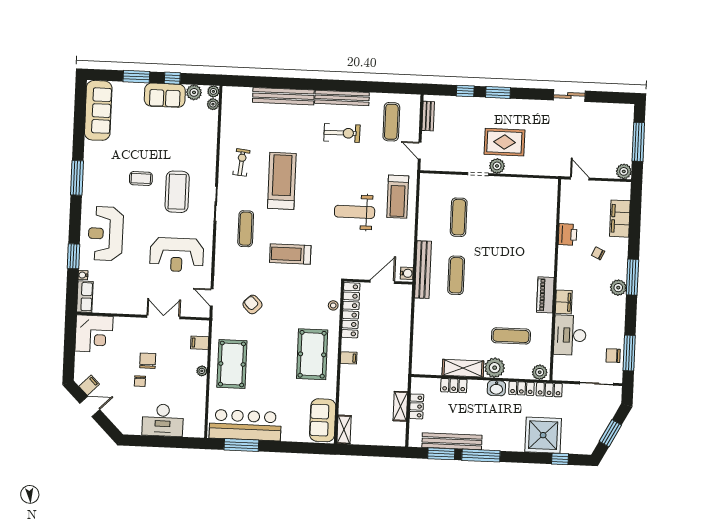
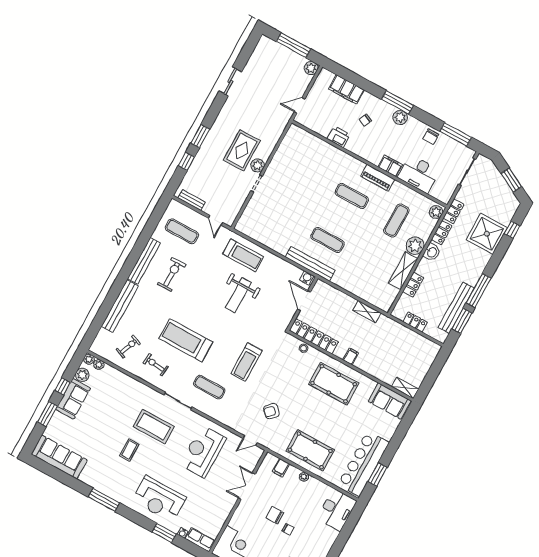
exercise bike: (246, 125) -> (128, 347), added
door: (420, 151) -> (215, 220), hinge flipped
exercise mat: (459, 217) -> (352, 196), moved
reception desk: (177, 255) -> (203, 451), turned 180
chair: (613, 356) -> (431, 137), moved
shelving: (400, 406) -> (367, 312), moved
desk: (163, 420) -> (337, 510), moved
window: (241, 445) -> (378, 474), width x0.69

